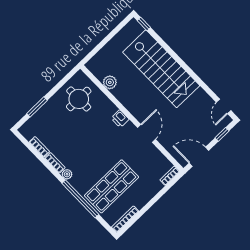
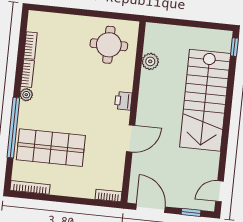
window: (37, 107) -> (67, 11), removed

